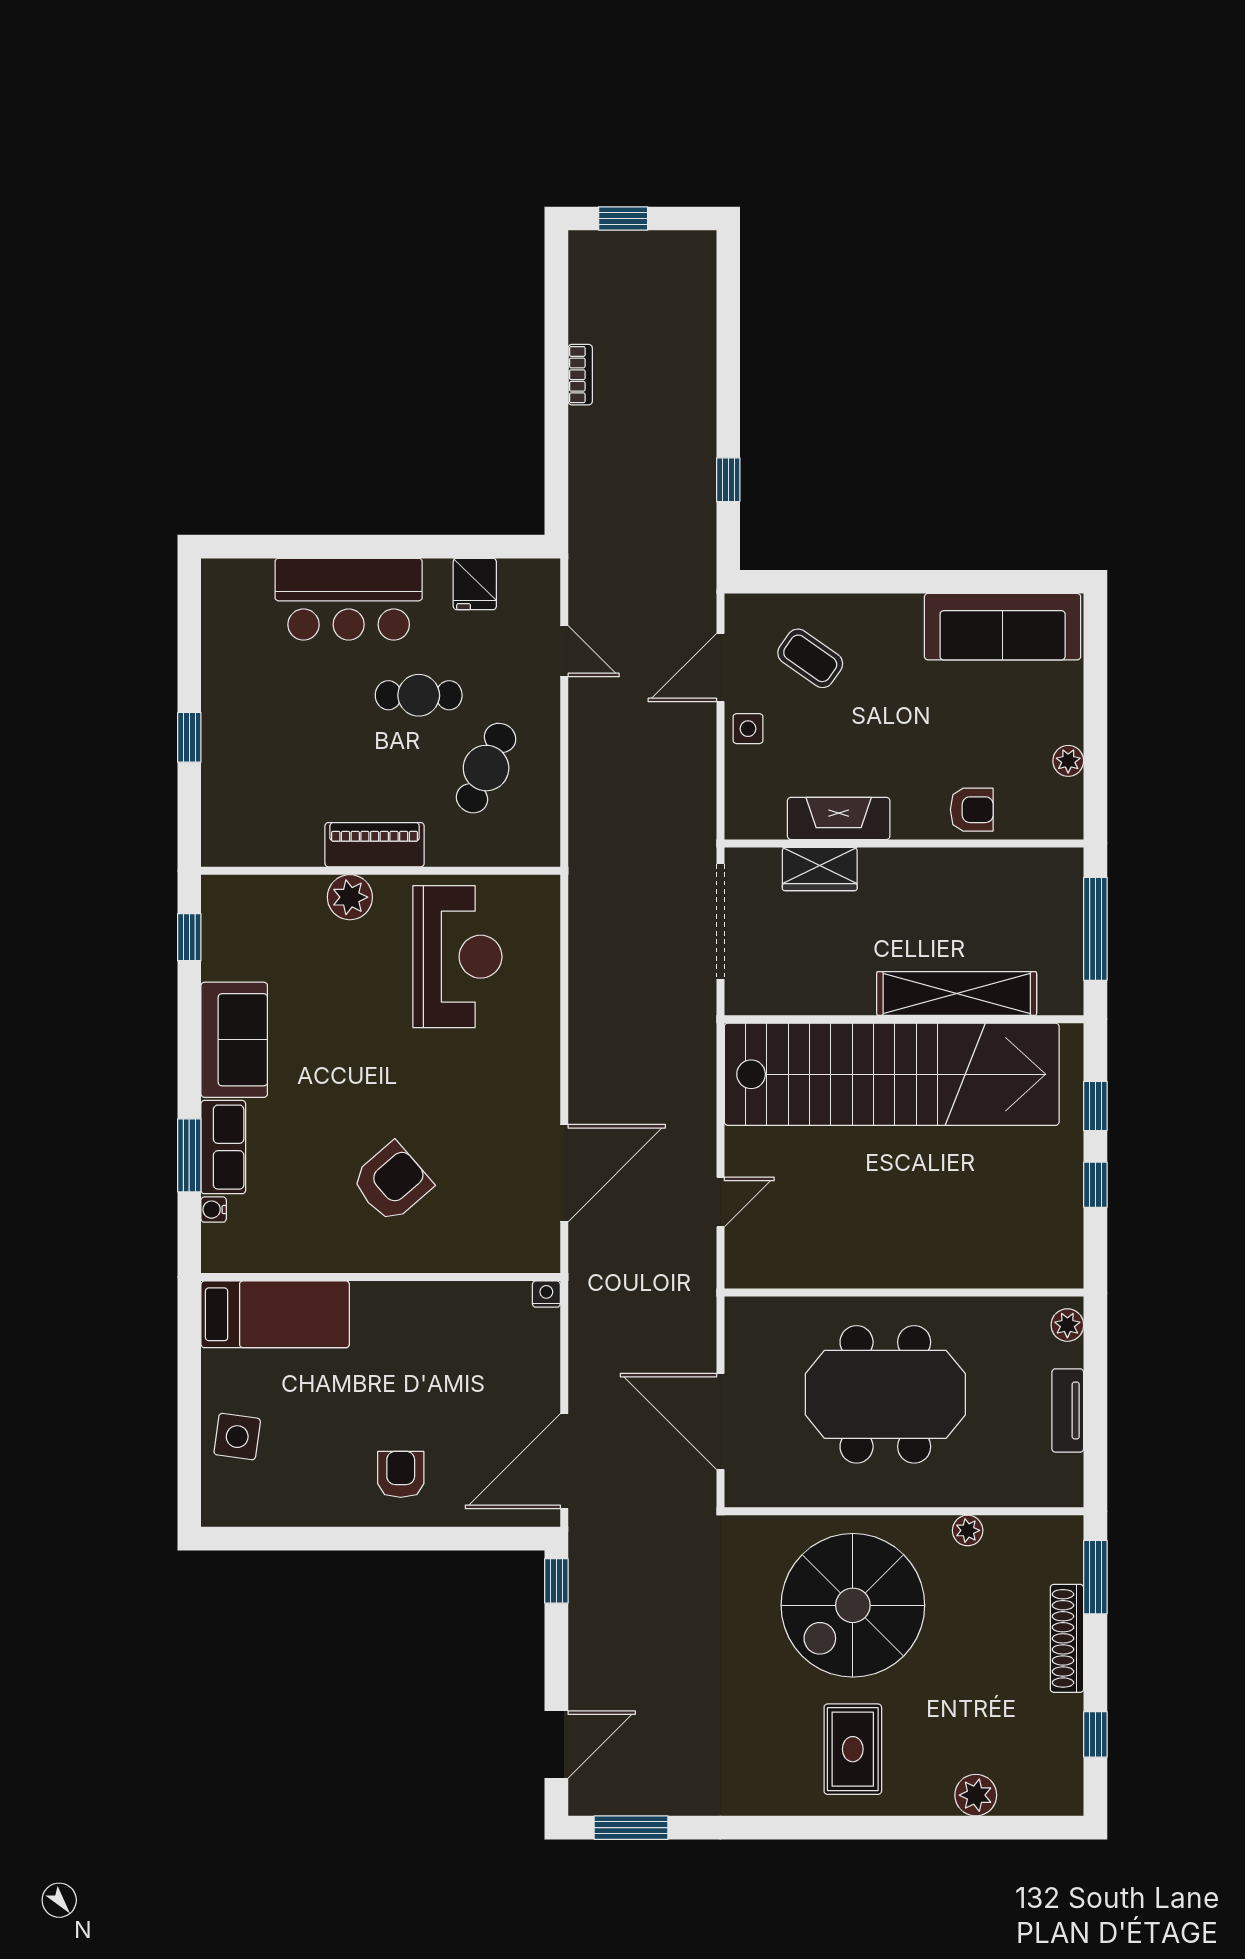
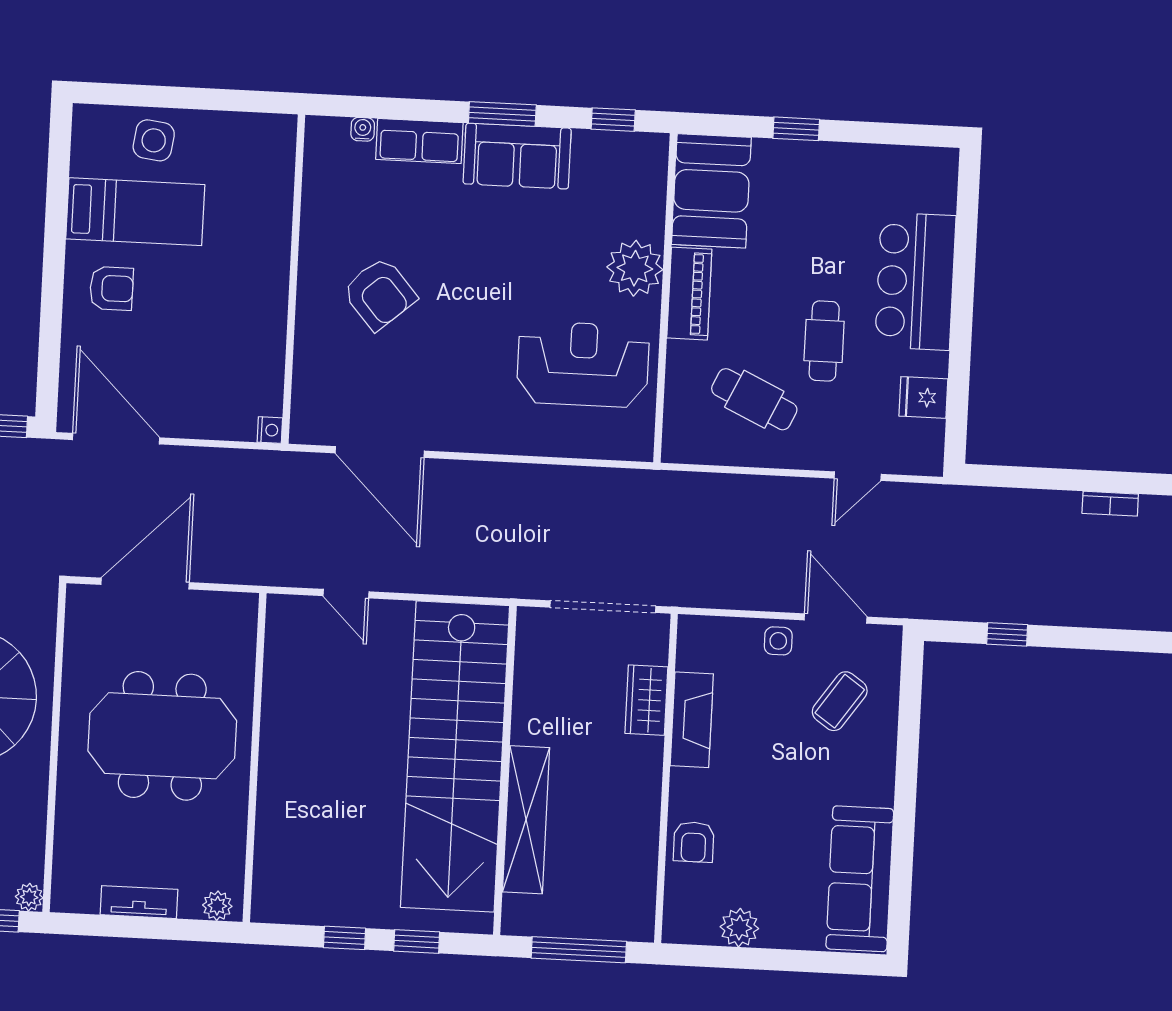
plant: (1068, 761) -> (739, 928), width x1.38, depth x1.38
booth: (261, 826) -> (711, 191), added
plant: (350, 897) -> (635, 268), width x1.36, depth x1.36
reception desk: (457, 957) -> (583, 364), turned 180
window: (189, 1155) -> (502, 114), moved
bed: (275, 1314) -> (135, 212), moved, turned -90
meeting table: (885, 1394) -> (162, 736), turned 90
plant: (968, 1530) -> (29, 897), moved

